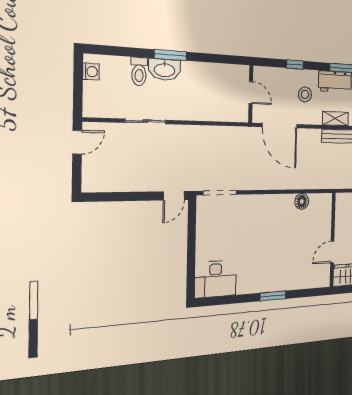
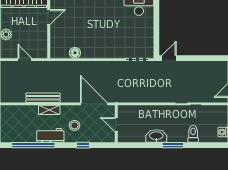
washbasin: (165, 70) -> (156, 136), moved

